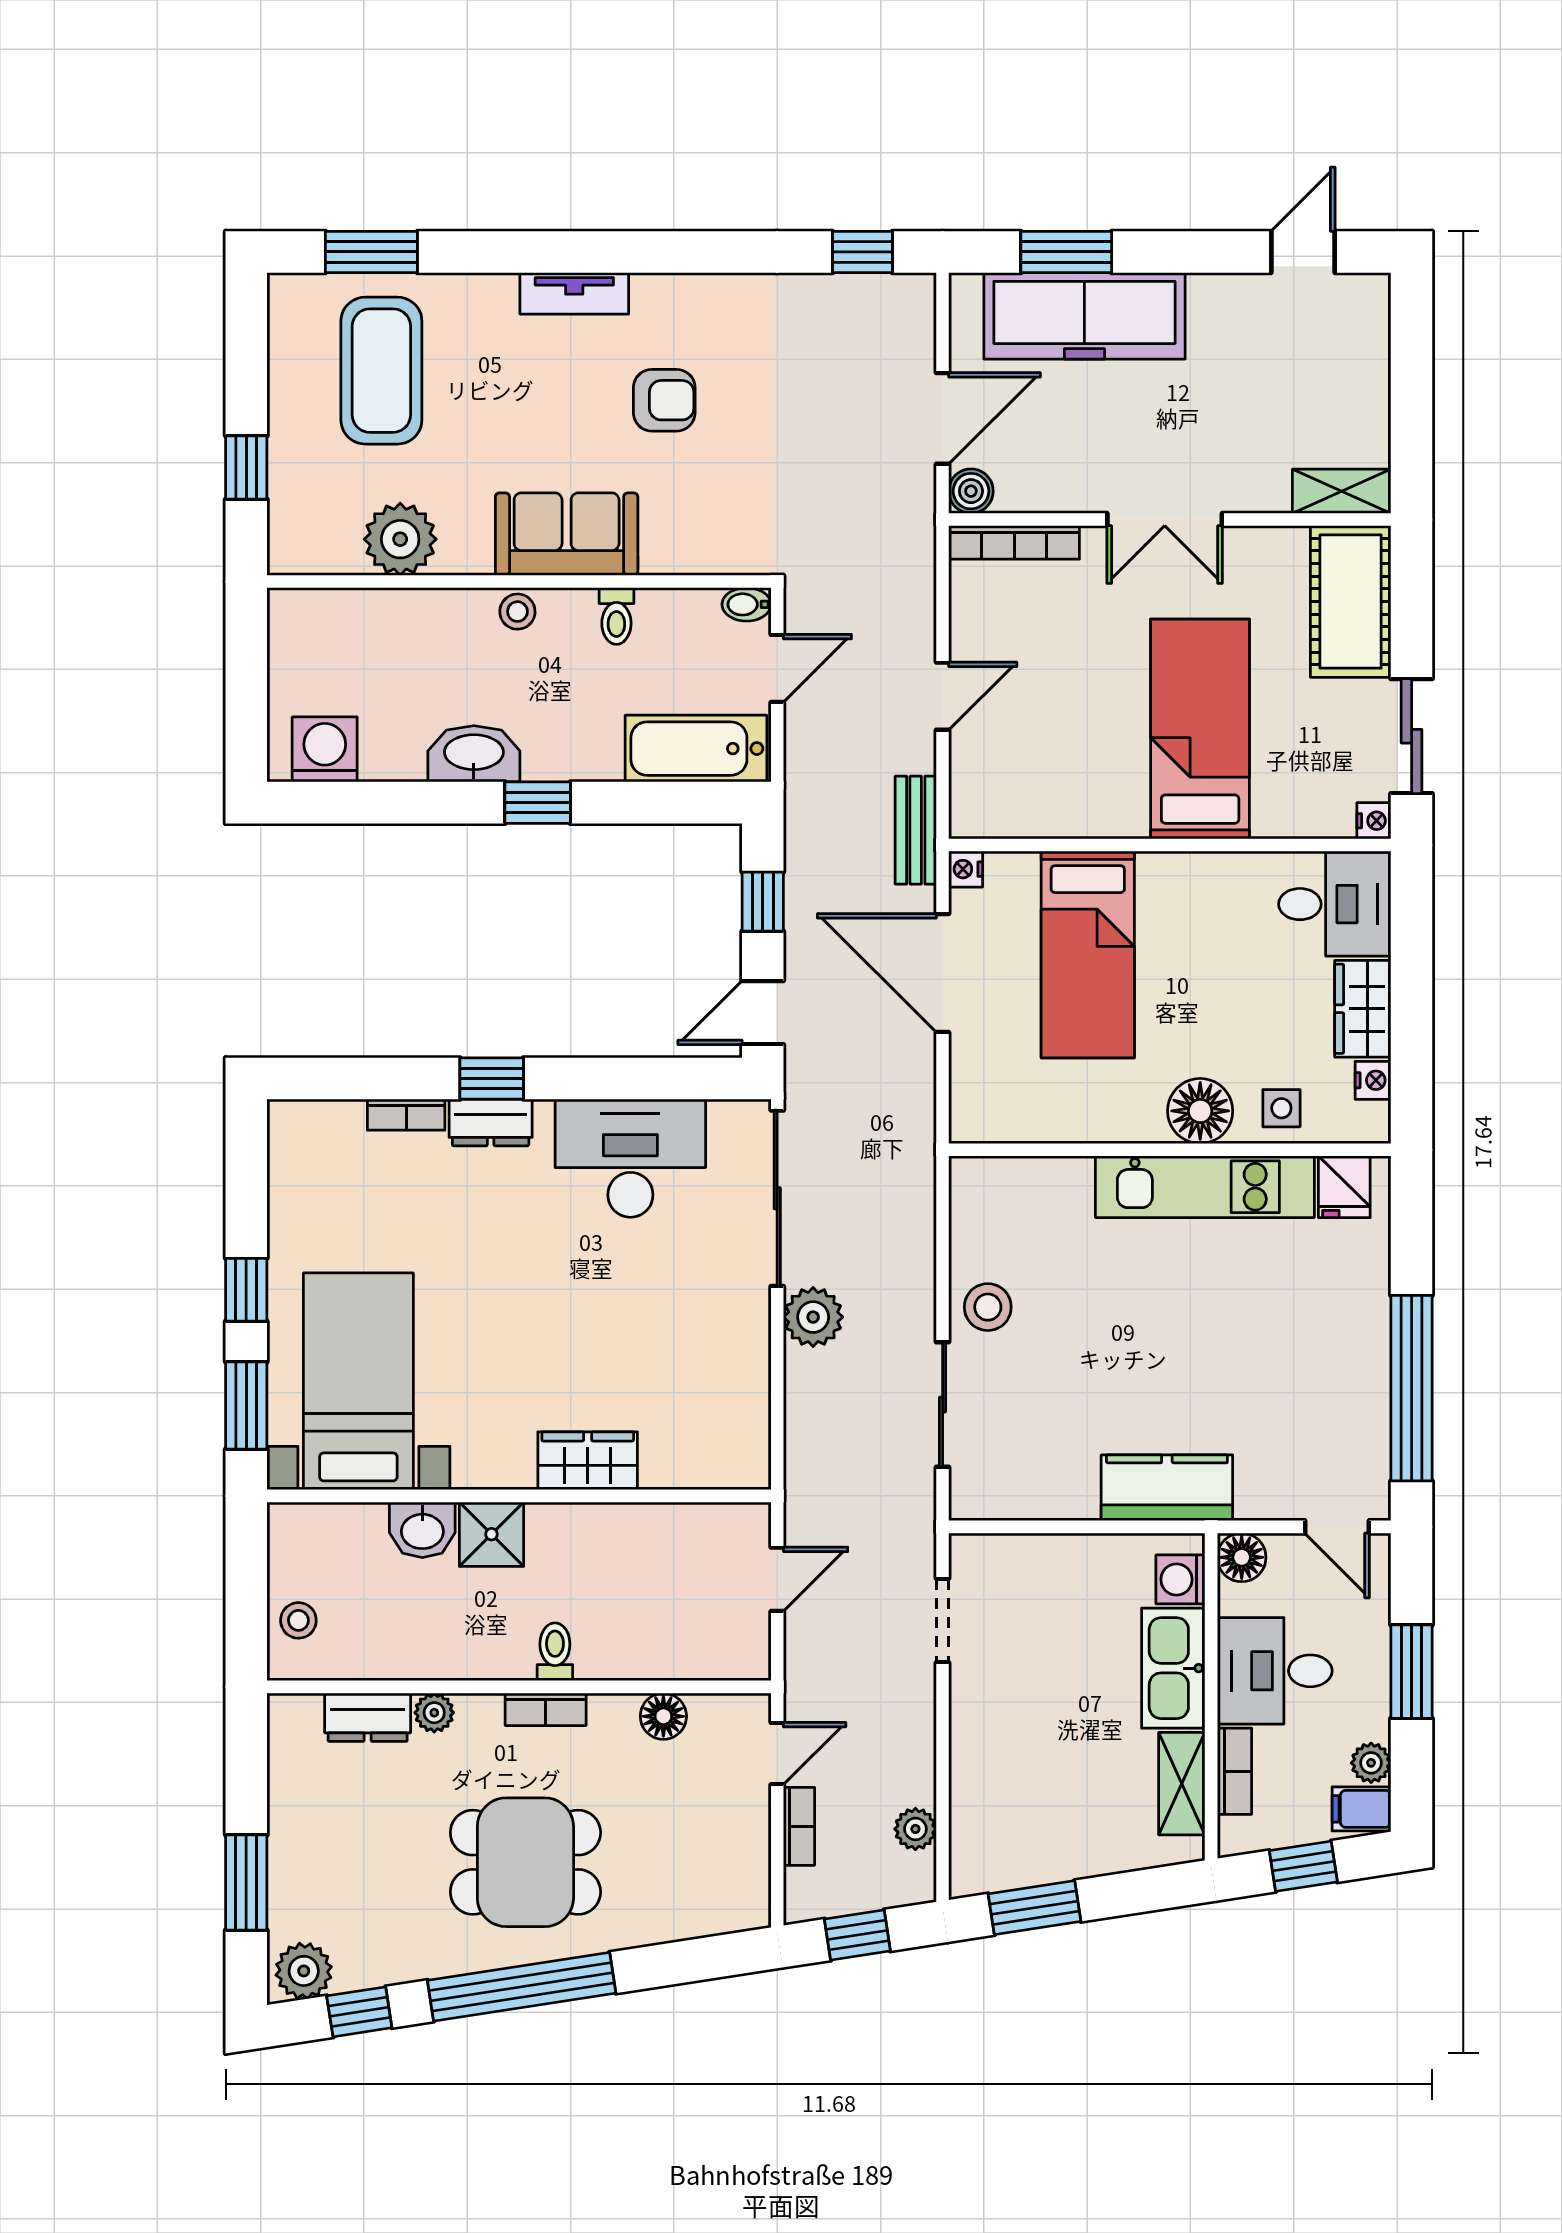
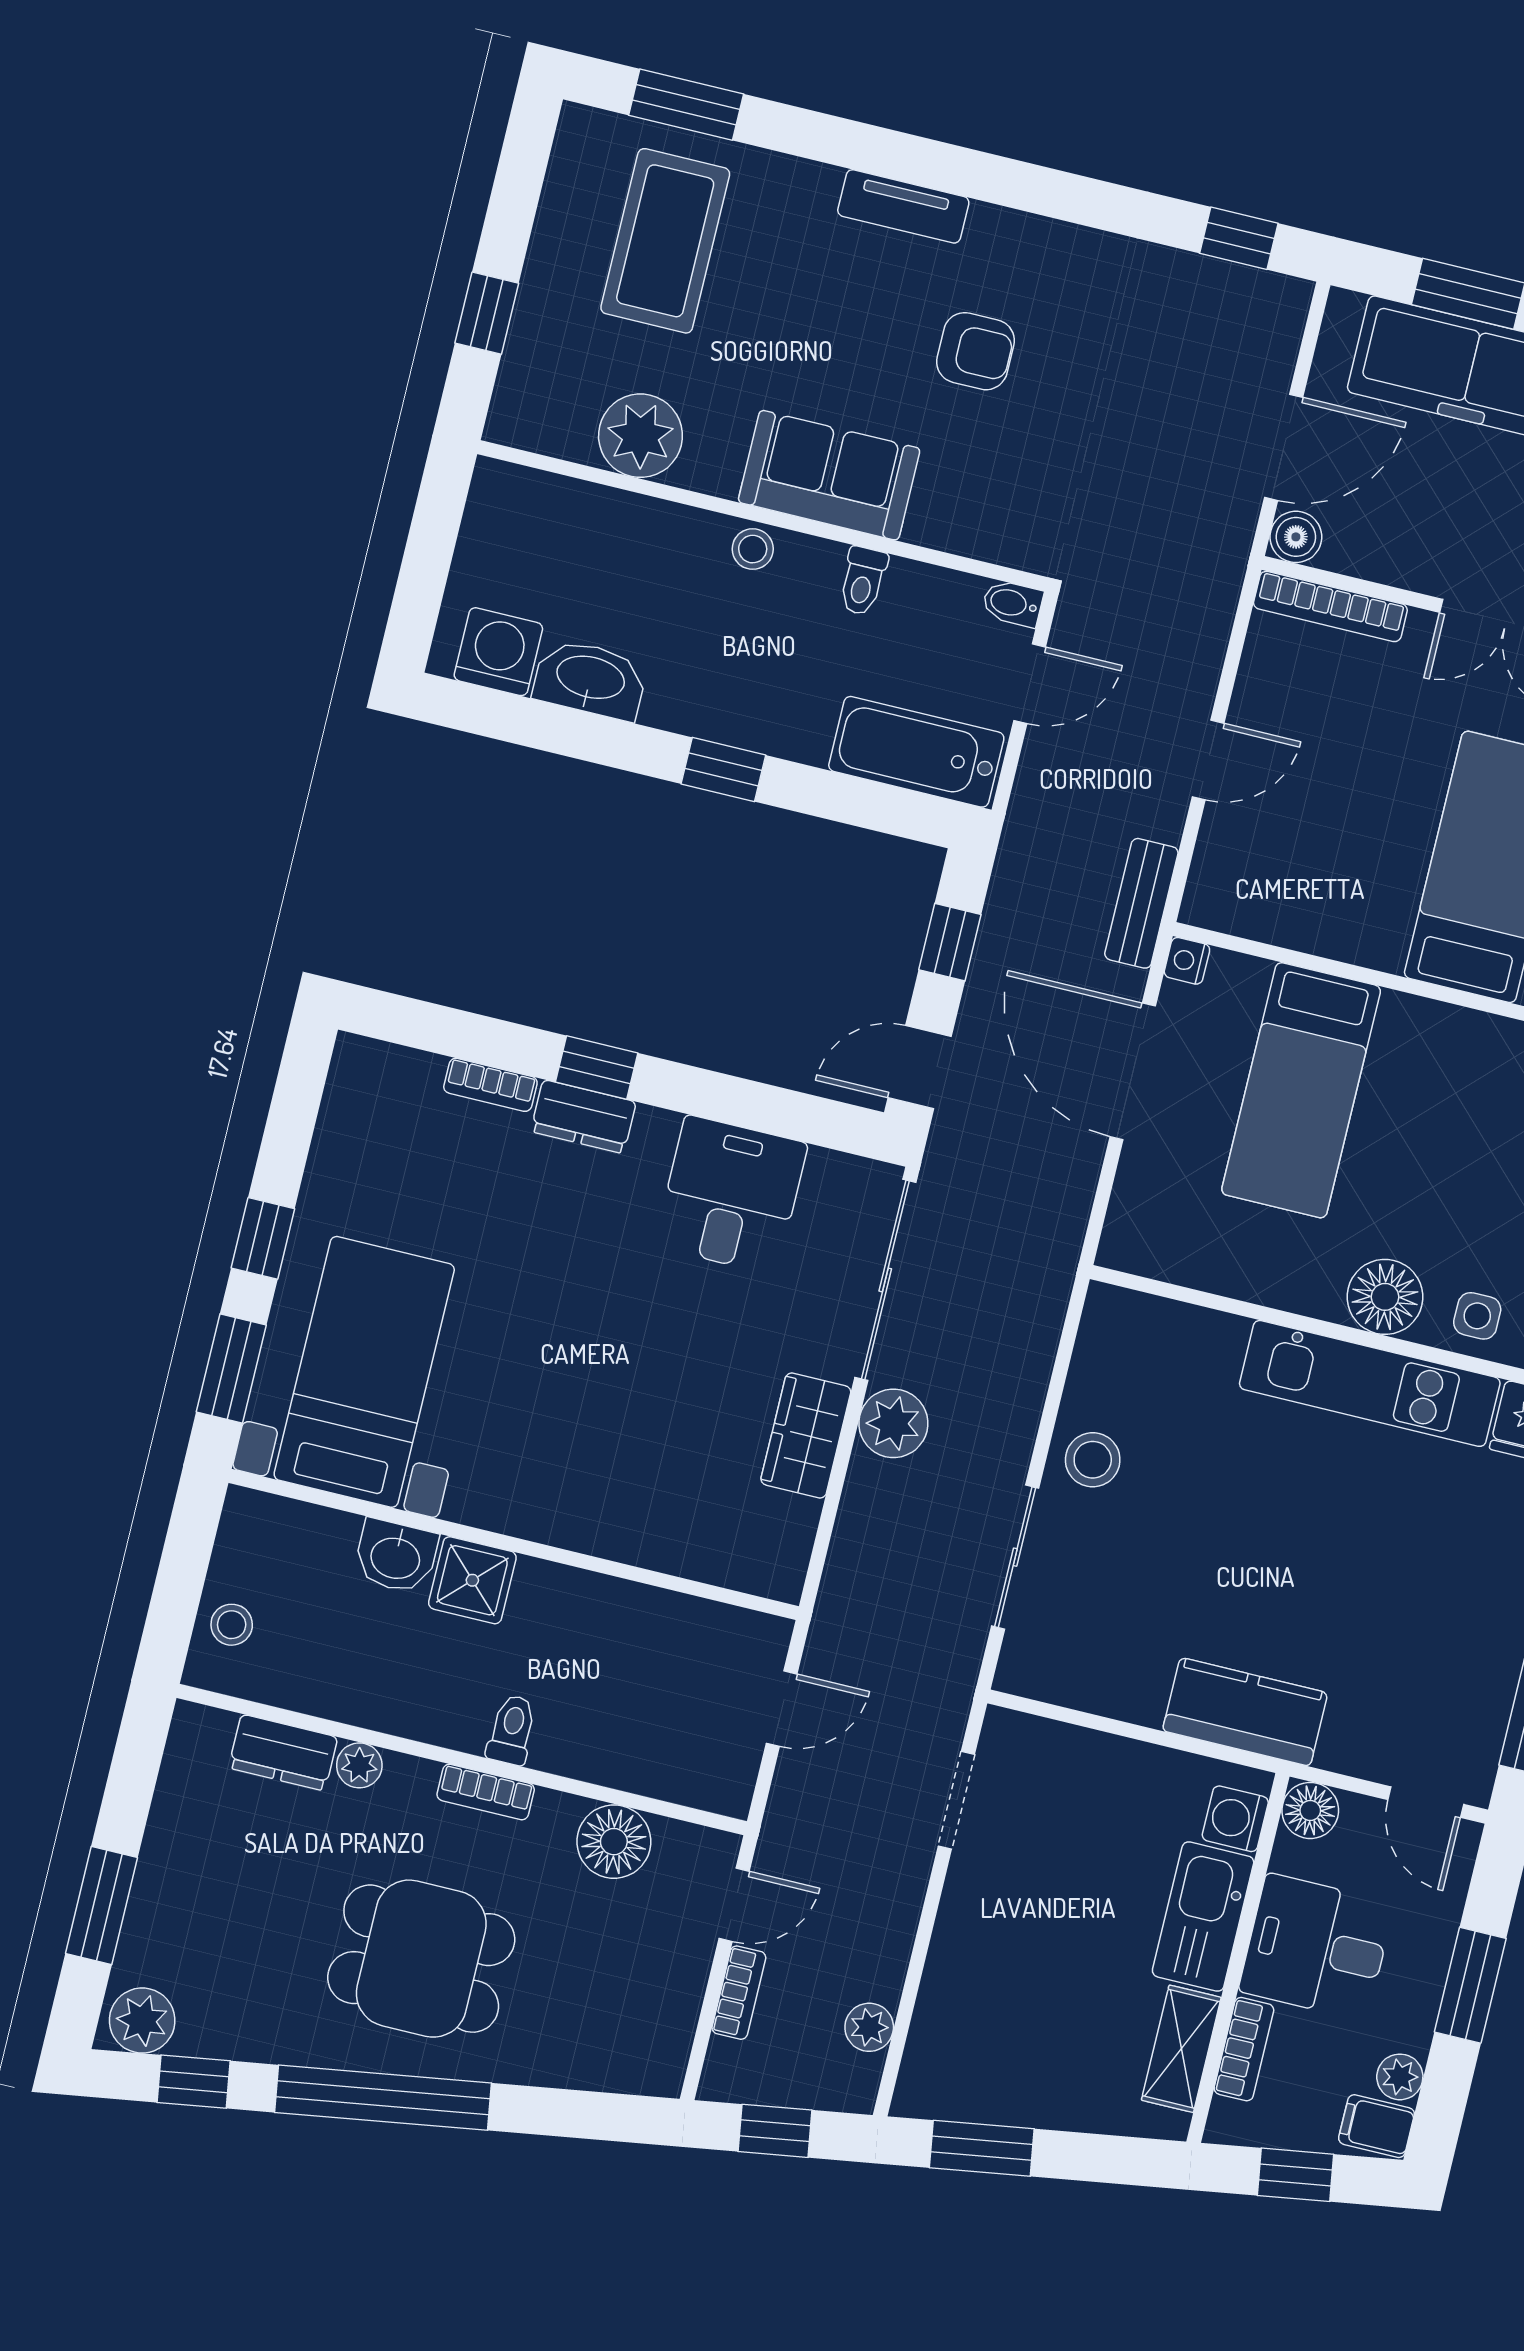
washbasin: (474, 754) -> (590, 679), moved
desk: (630, 1158) -> (731, 1195), width x0.73
wardrobe: (588, 1461) -> (806, 1435), moved, turned -90
floor lamp: (663, 1716) -> (614, 1842), width x1.38, depth x1.38

